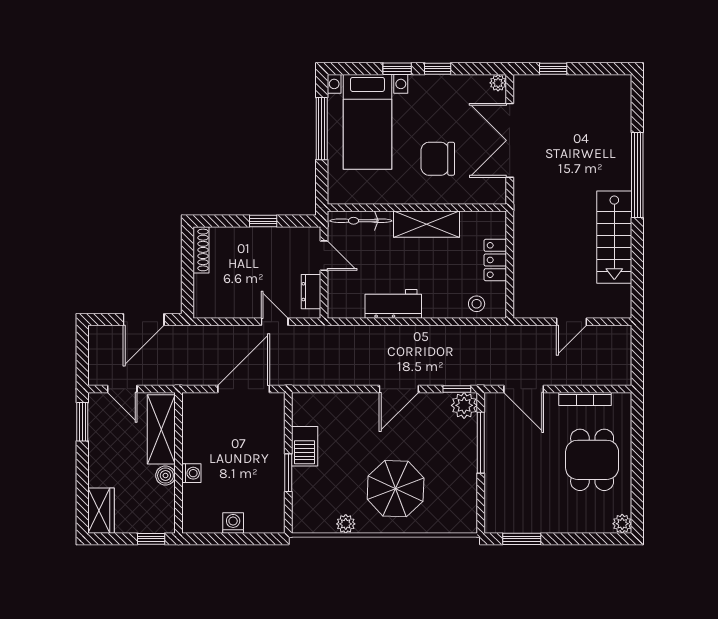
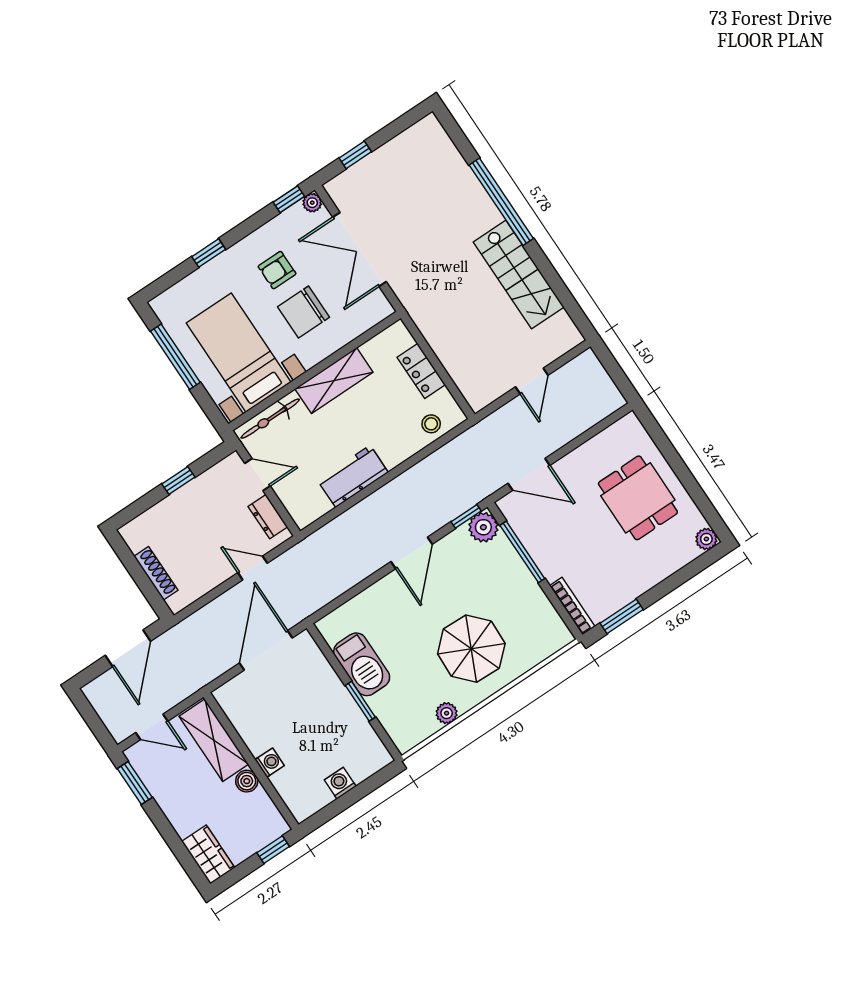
window: (438, 69) -> (289, 199), moved
armchair: (439, 115) -> (277, 270), added
bed with nightstands: (367, 122) -> (239, 353), moved, turned 180
shoe rack: (201, 250) -> (156, 573), moved
bookcase: (585, 399) -> (572, 606), moved, turned -90
barbecue: (305, 446) -> (362, 664), width x1.37, depth x1.21

